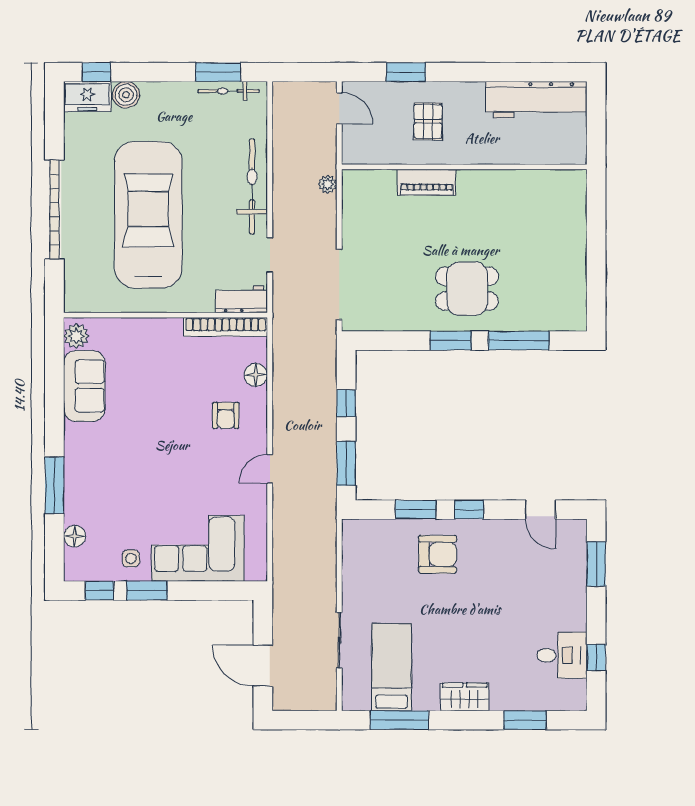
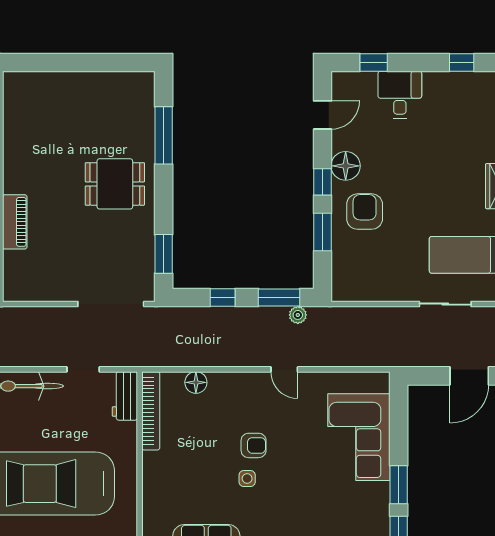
plant: (328, 184) -> (298, 315), moved
dining table: (467, 289) -> (115, 184), turned 90
window: (451, 341) -> (164, 254), moved
armchair: (226, 415) -> (254, 445), moved
floor lamp: (486, 534) -> (346, 166), added
side table: (131, 558) -> (247, 479), moved
window: (596, 564) -> (374, 62), width x0.67
desk: (562, 655) -> (400, 95), moved

